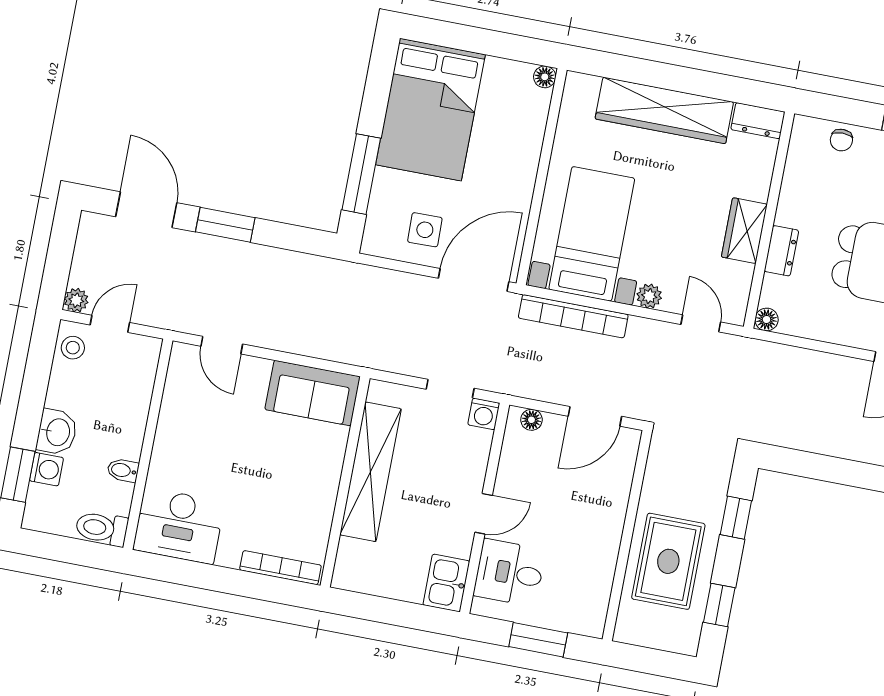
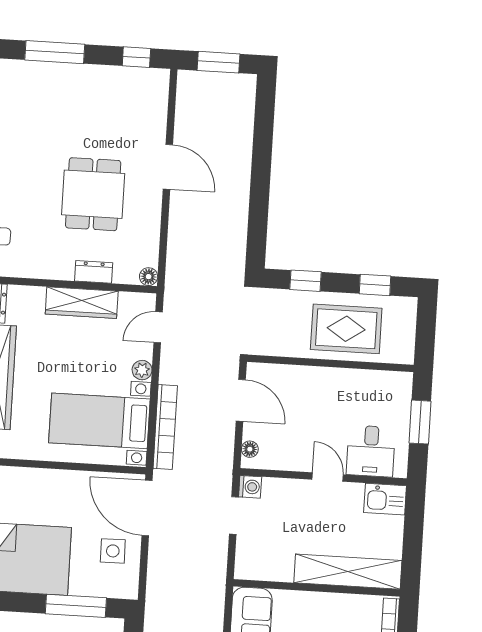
wardrobe: (744, 231) -> (82, 303), width x1.50
shelving: (371, 472) -> (348, 572), moved

